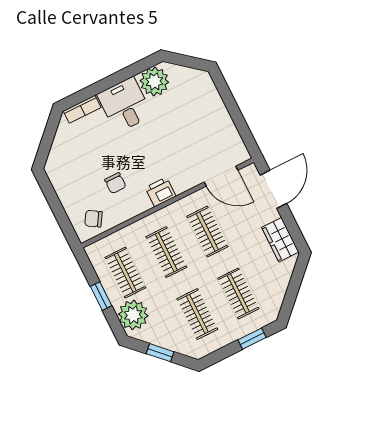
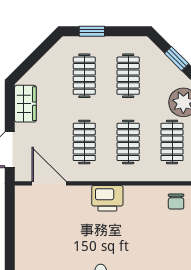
chair: (115, 183) -> (142, 223), removed
printer: (160, 192) -> (107, 198), width x1.36, depth x1.24
chair: (93, 219) -> (176, 202), turned 58

